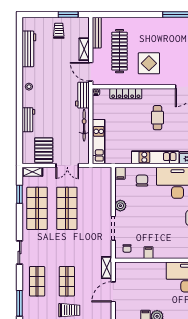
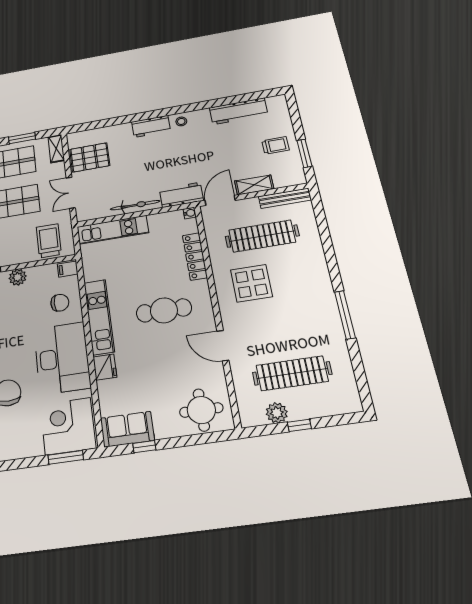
cafe table: (157, 118) -> (164, 310), width x1.37, depth x1.35
workbench: (28, 120) -> (151, 126), moved
trolley: (99, 183) -> (49, 241), added

